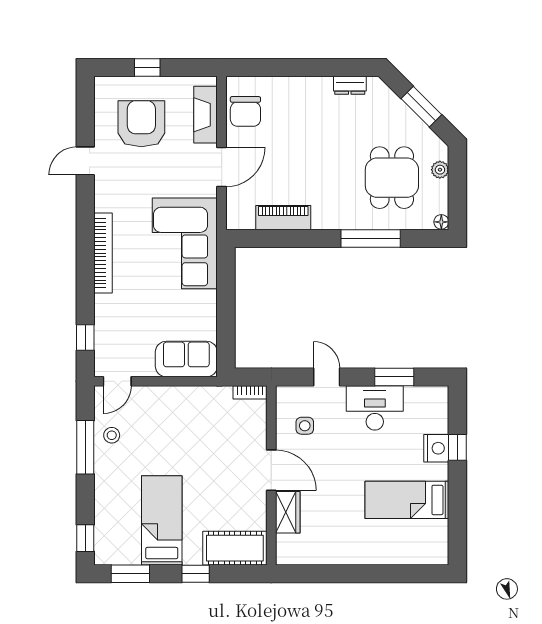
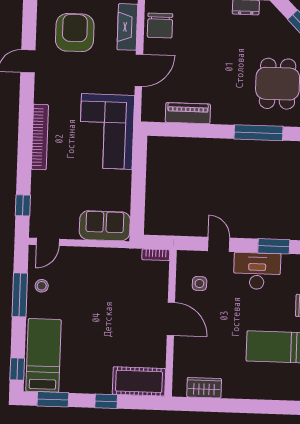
wardrobe: (288, 512) -> (204, 388), moved, turned -90
bed: (162, 520) -> (43, 355), moved

